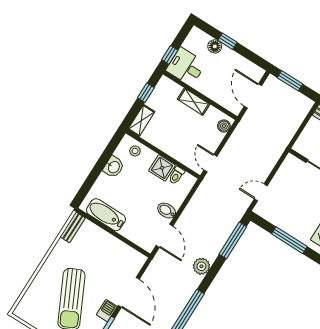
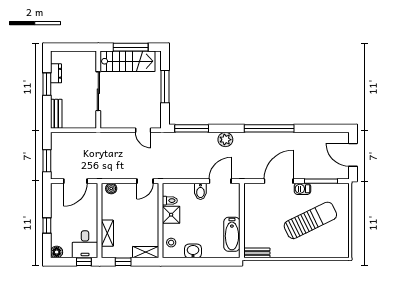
floor lamp: (215, 46) -> (57, 252), moved
shelving: (194, 102) -> (107, 233), moved

